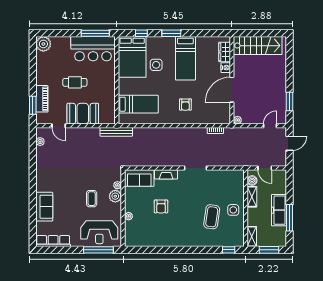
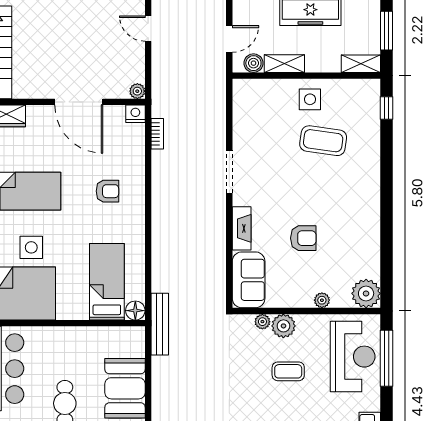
nightstand: (226, 68) -> (135, 114), moved
floor lamp: (123, 119) -> (135, 311), added
plant: (132, 239) -> (366, 293), added

